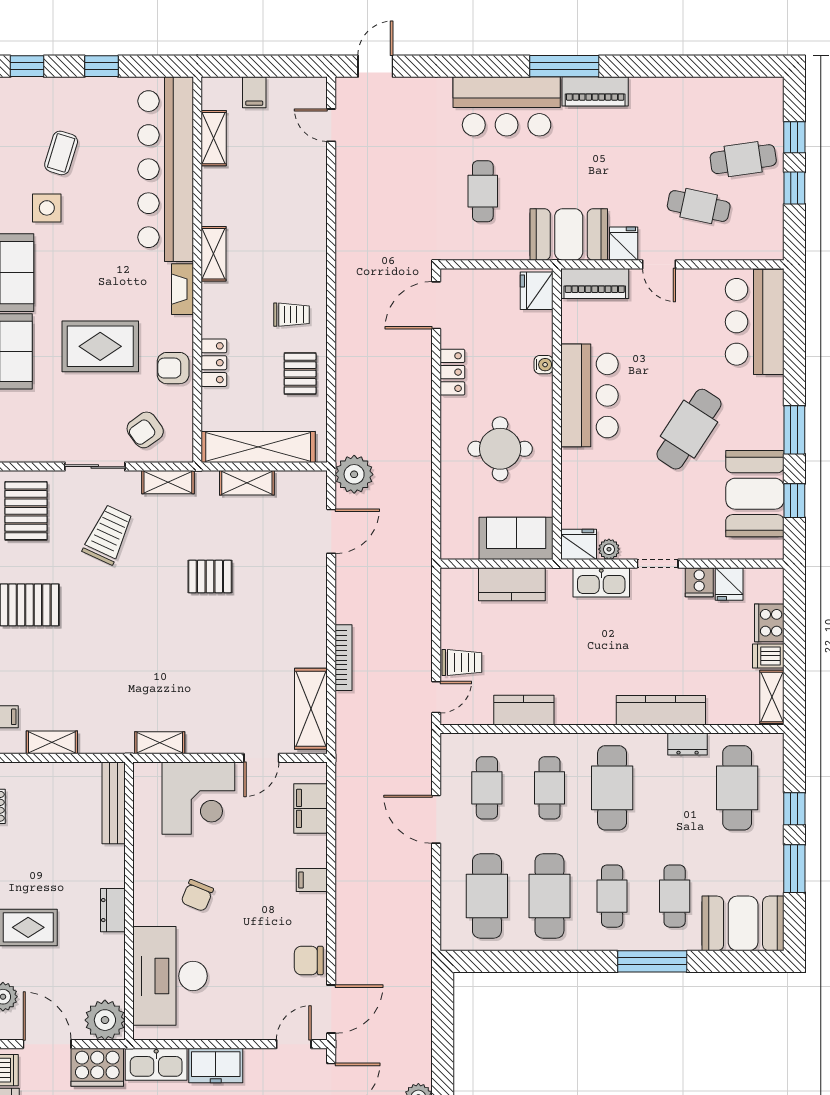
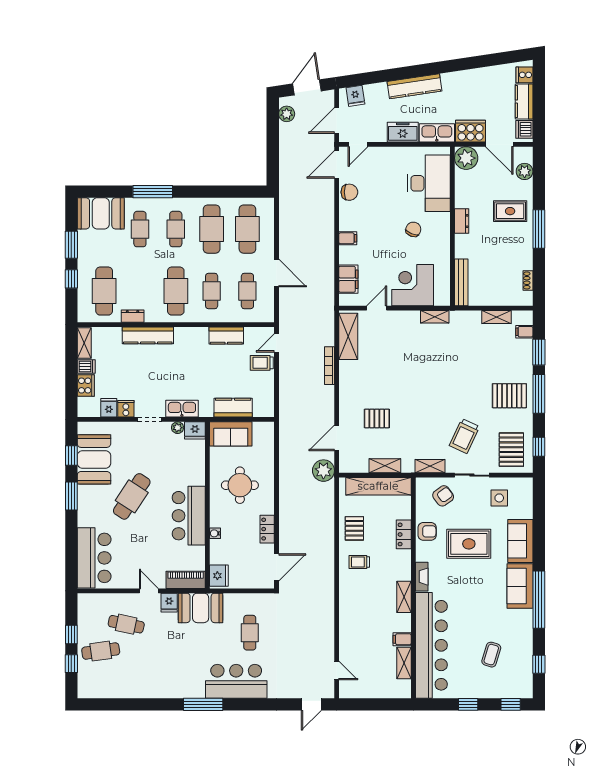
piano: (595, 91) -> (185, 690), removed
filing cabinet: (254, 92) -> (402, 639), moved, turned -90
side table: (47, 208) -> (499, 498), moved
pallet: (210, 577) -> (377, 418), moved

